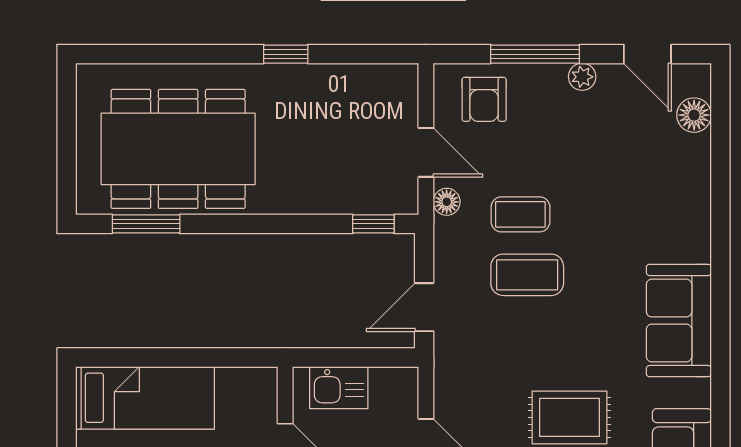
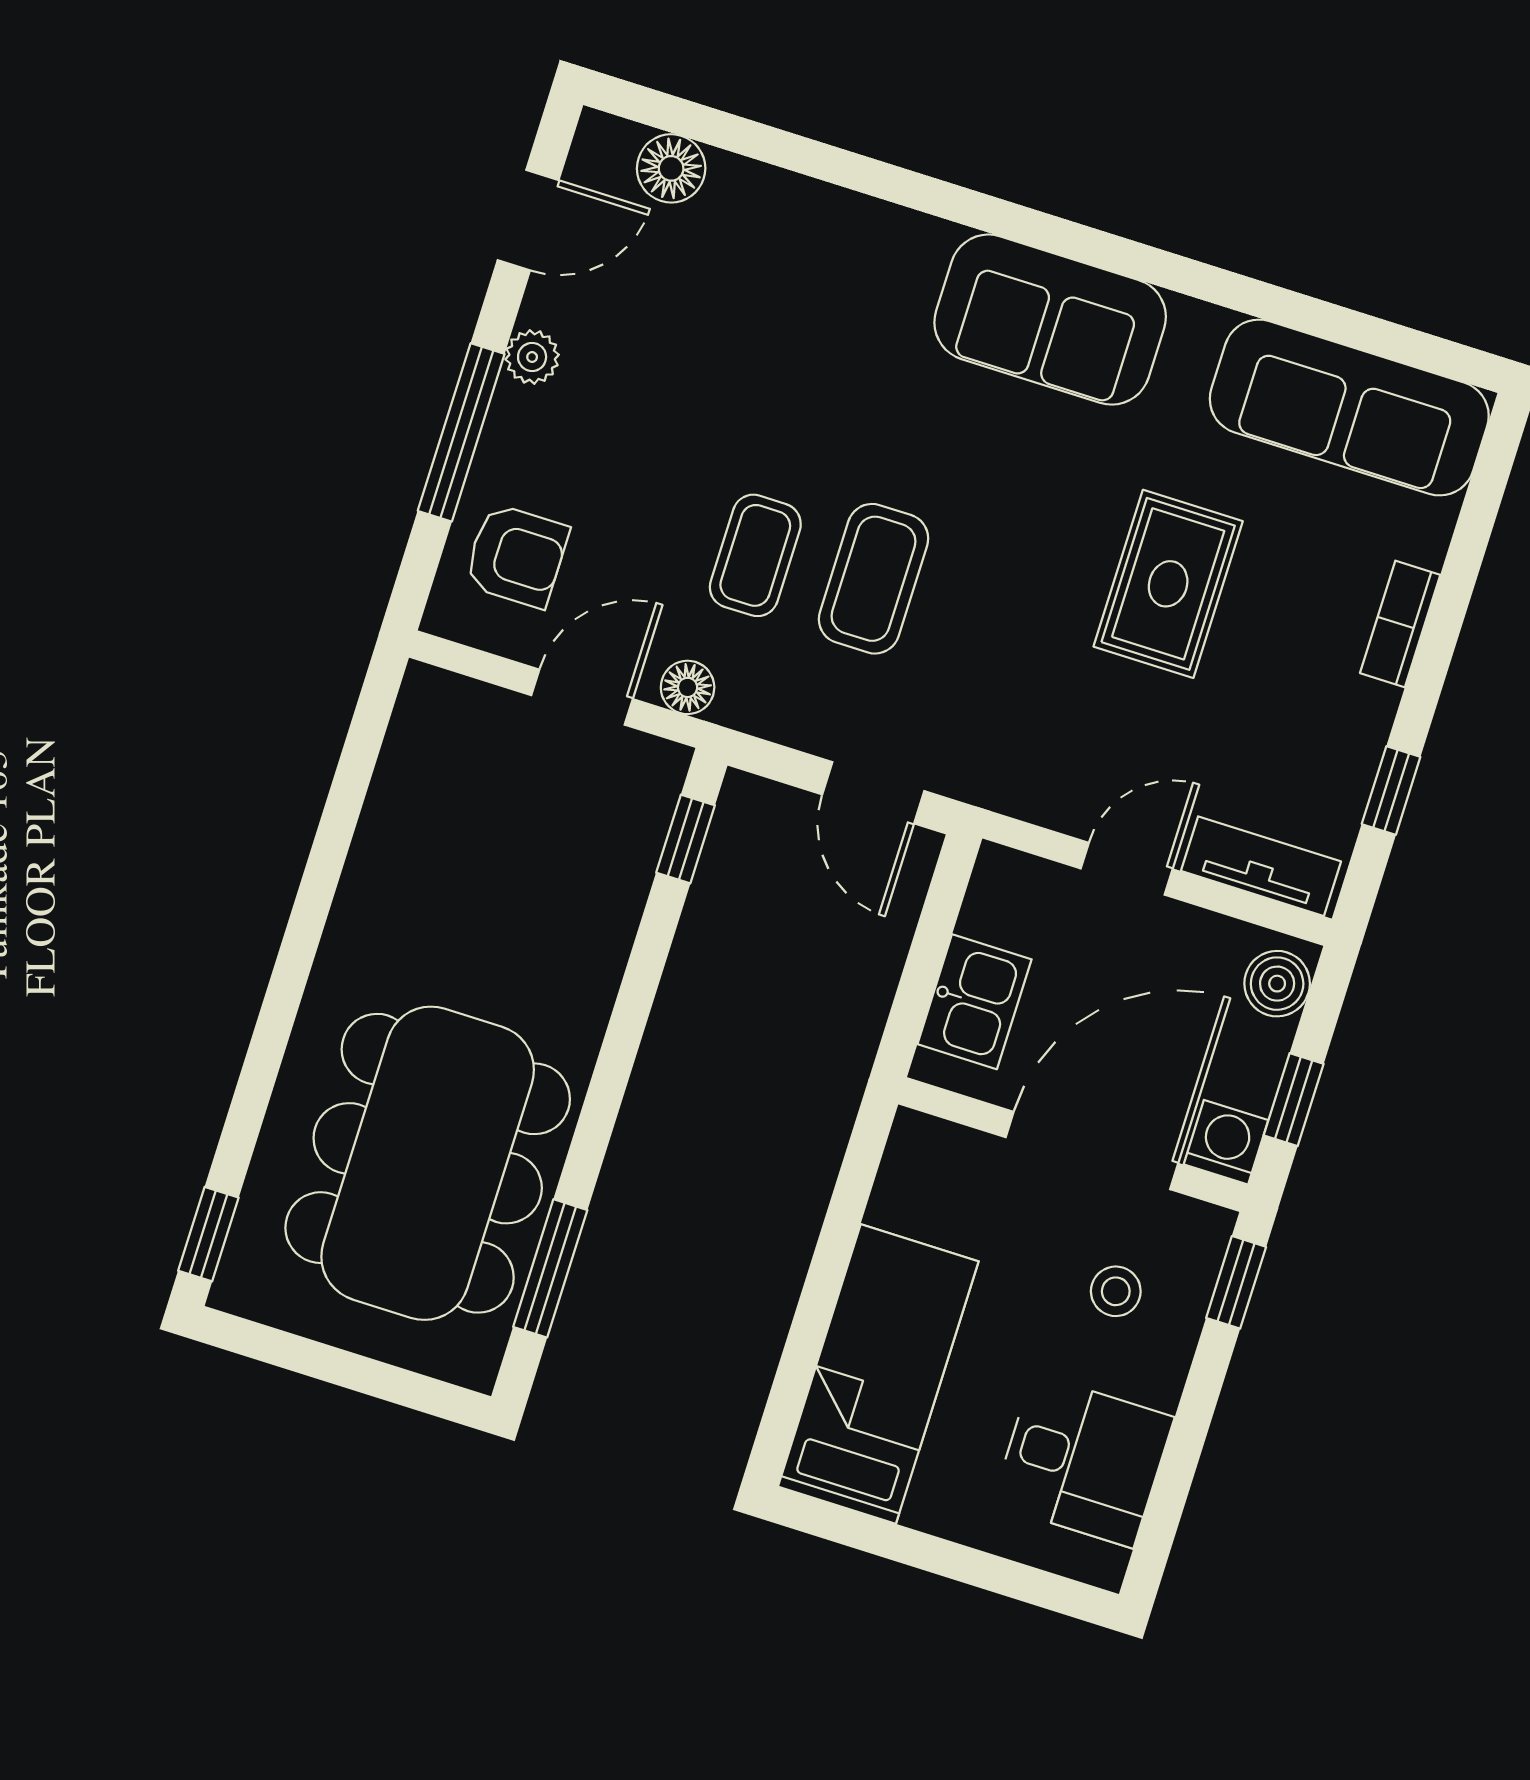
window: (286, 54) -> (208, 1234), moved

